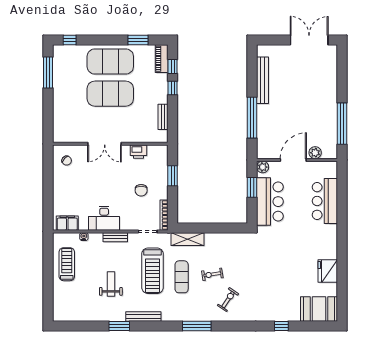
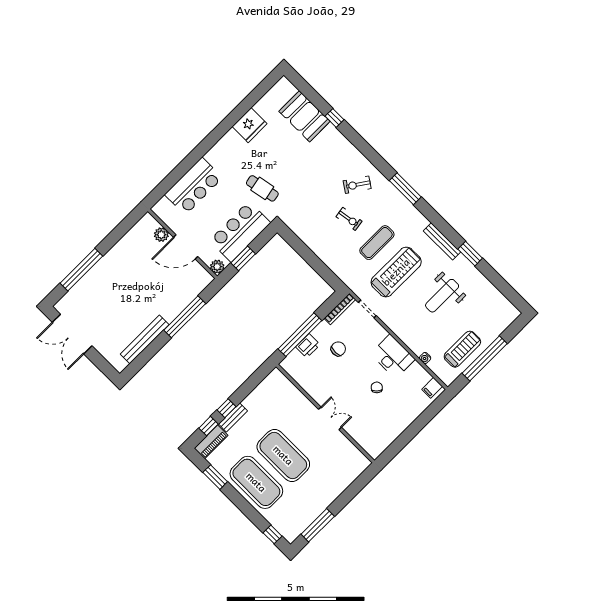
bench: (163, 117) -> (233, 417), moved
window: (342, 124) -> (81, 270), moved
double door: (105, 144) -> (330, 418), width x0.73
printer: (138, 152) -> (308, 346), moved, turned 90
chair: (67, 161) -> (377, 387), moved
window: (173, 176) -> (300, 335), width x2.11
filing cabinet: (67, 223) -> (432, 388), width x0.50
bench: (115, 237) -> (399, 331), removed
shelving: (188, 239) -> (340, 269), removed
cafe table: (282, 241) -> (262, 188), added
treadmill: (67, 264) -> (462, 349), turned 180
window: (48, 272) -> (485, 358), added
weight bench: (111, 284) -> (442, 296), width x1.36, depth x1.33
booth: (319, 309) -> (304, 116), moved

